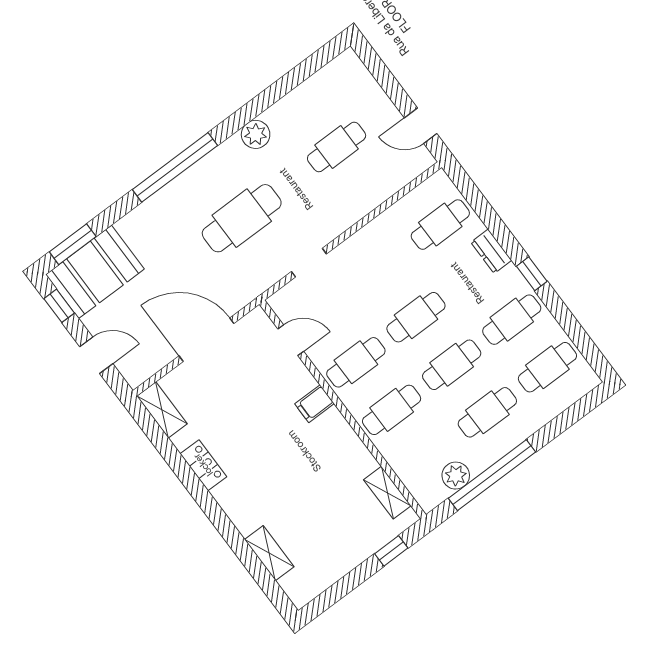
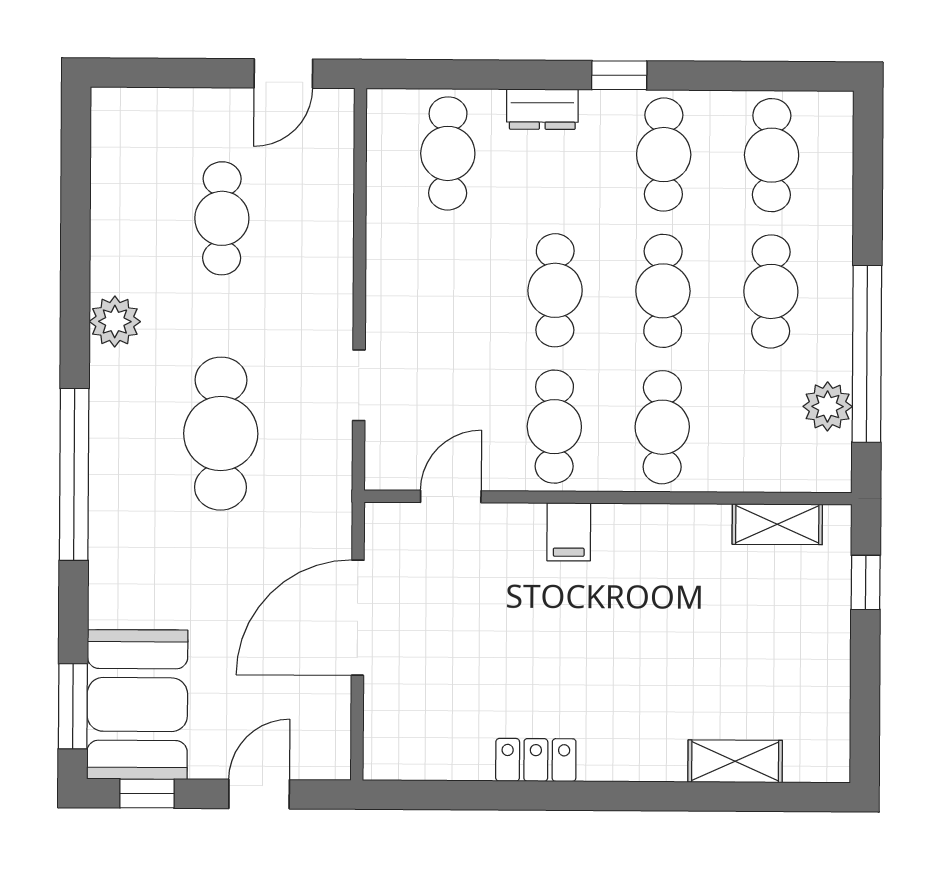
shelving: (162, 410) -> (410, 759), removed

